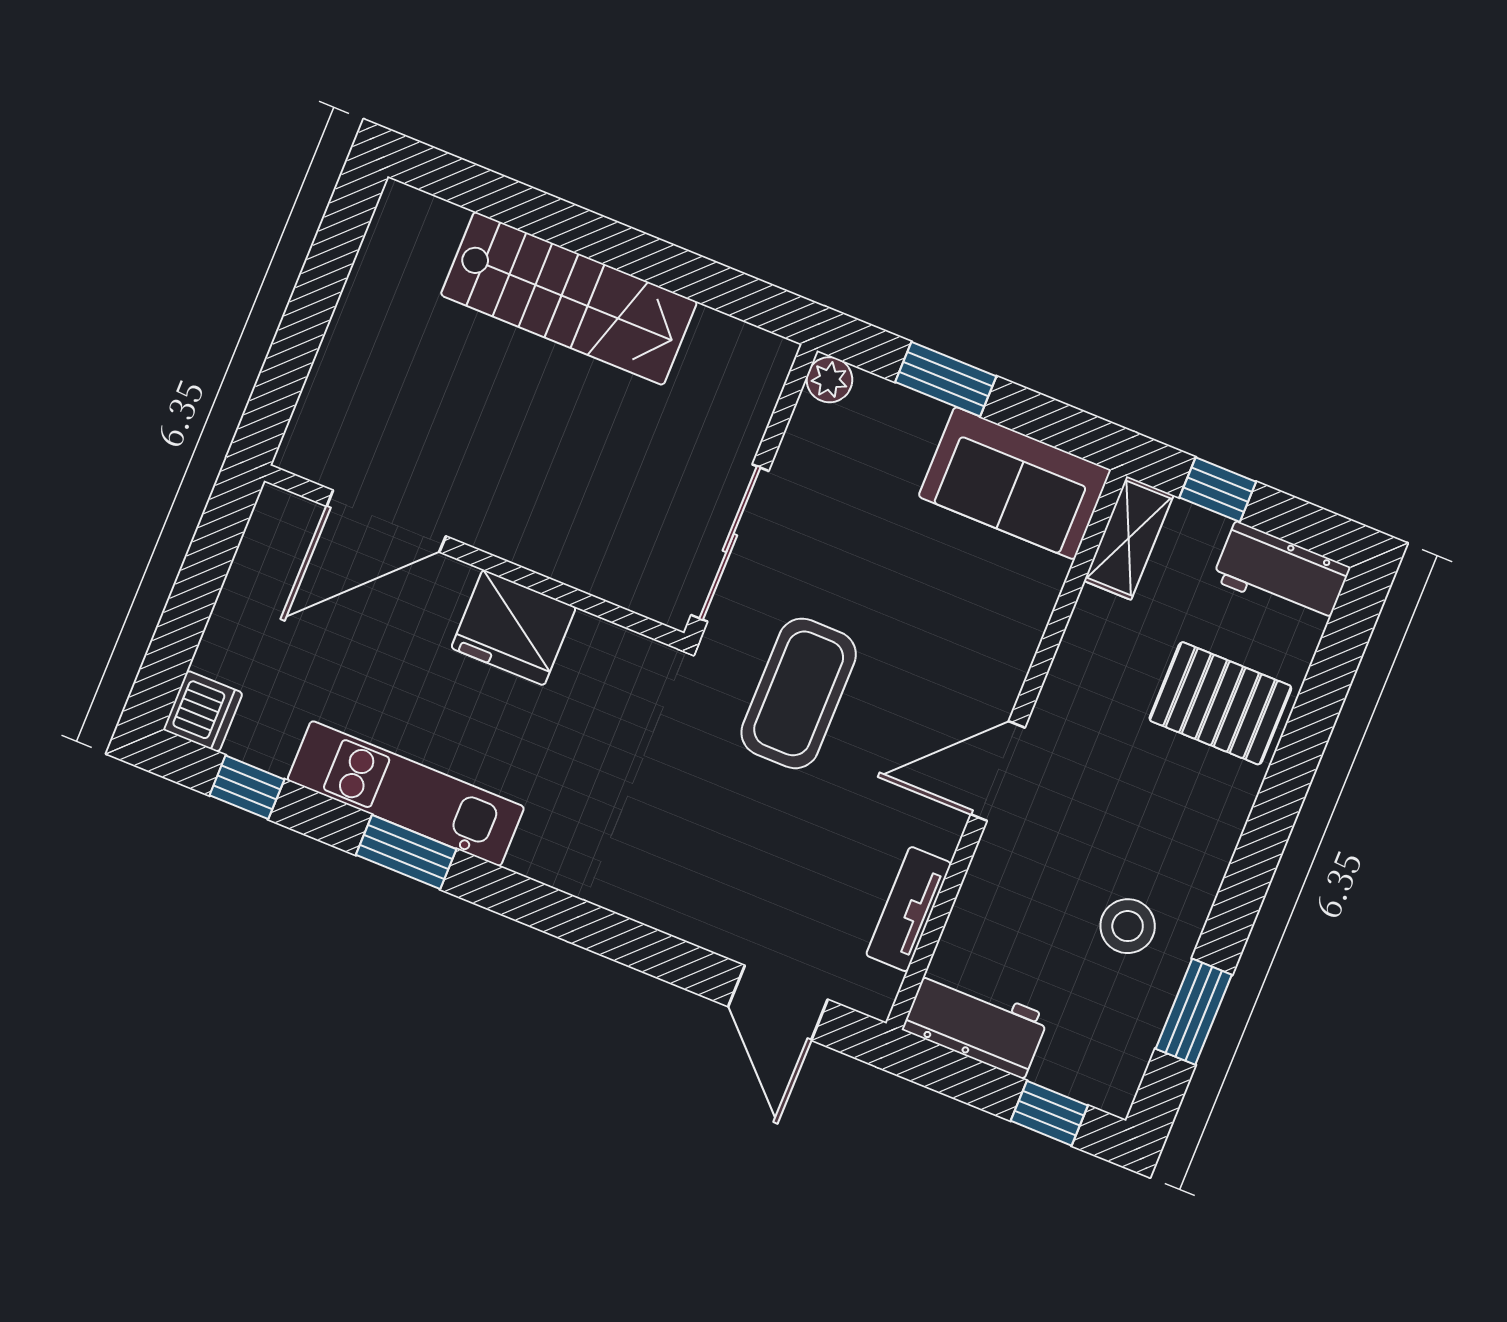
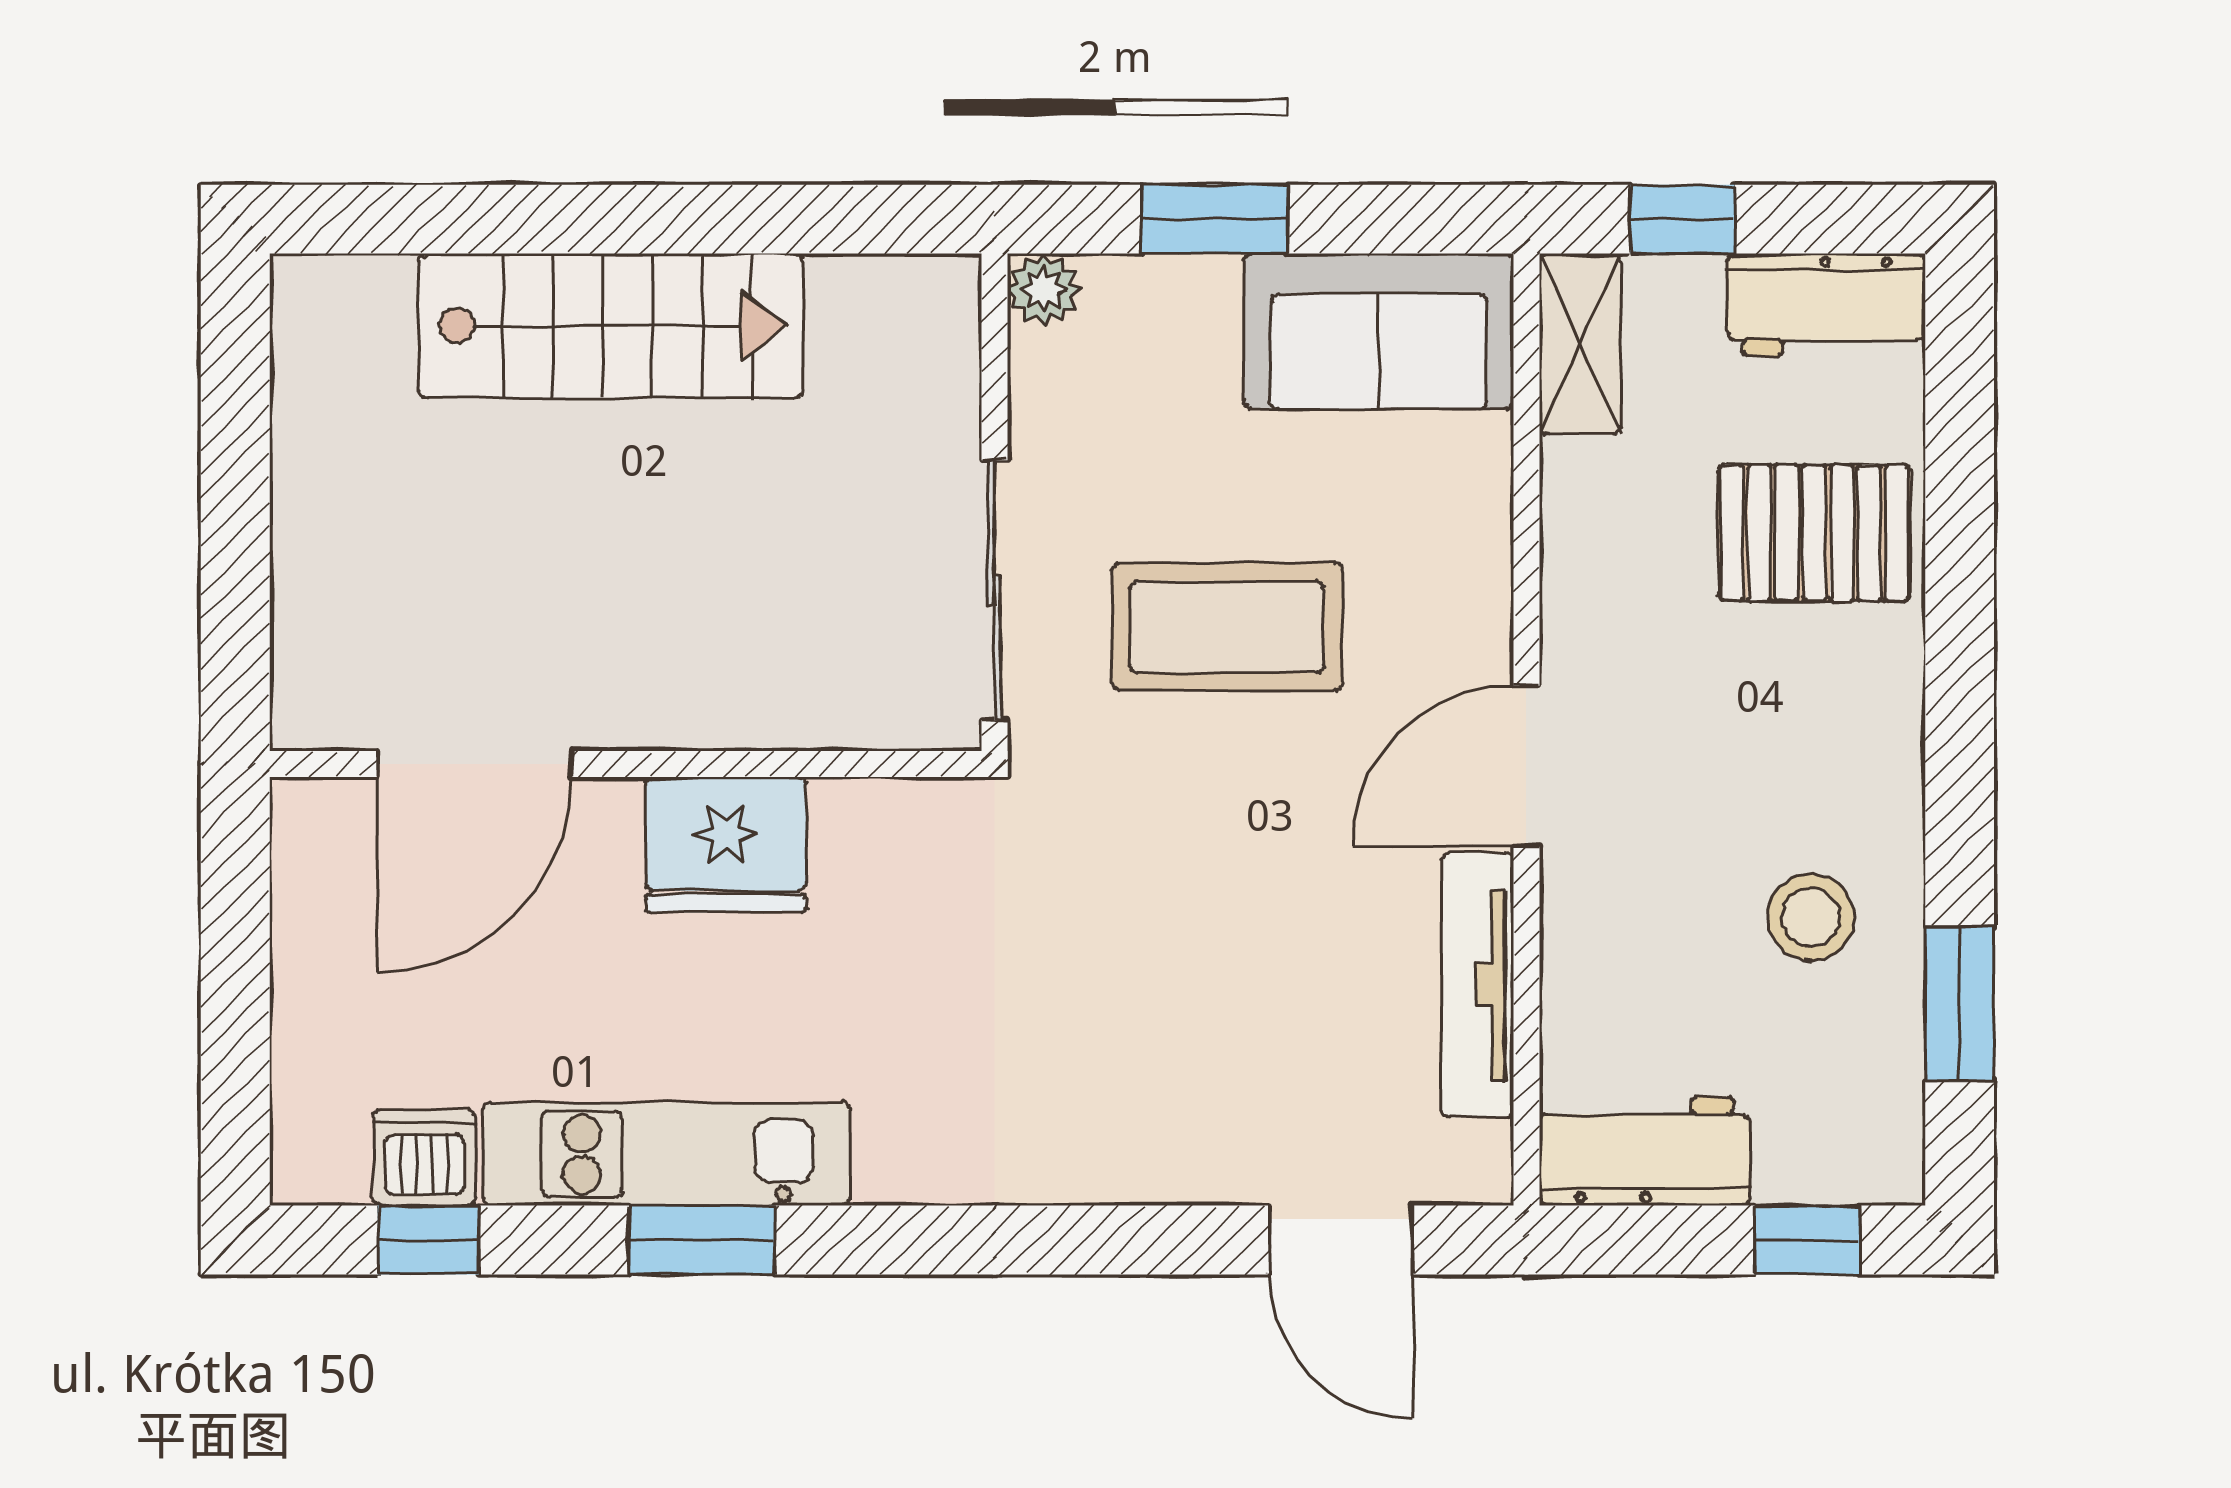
coffee table: (799, 693) -> (1227, 627), moved, turned 90
dishwasher: (203, 711) -> (425, 1158), moved, turned -90
tv unit: (909, 909) -> (1478, 985), width x1.41

